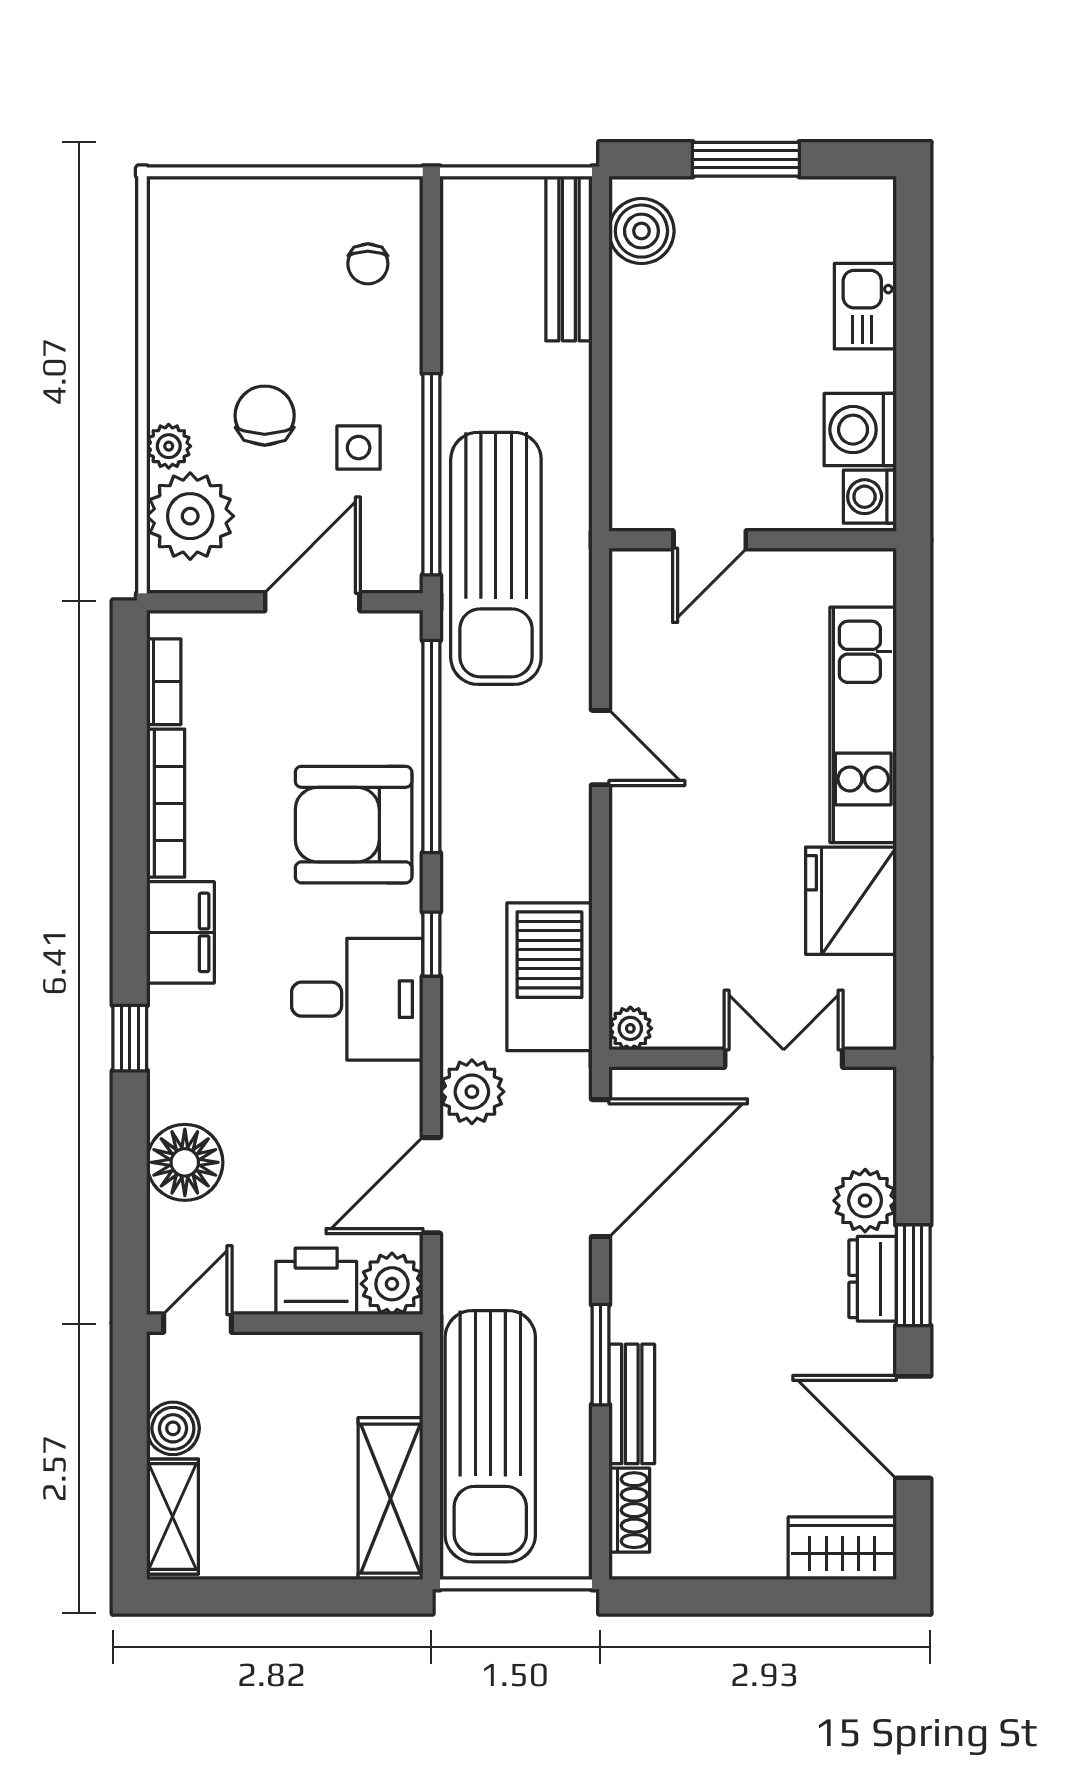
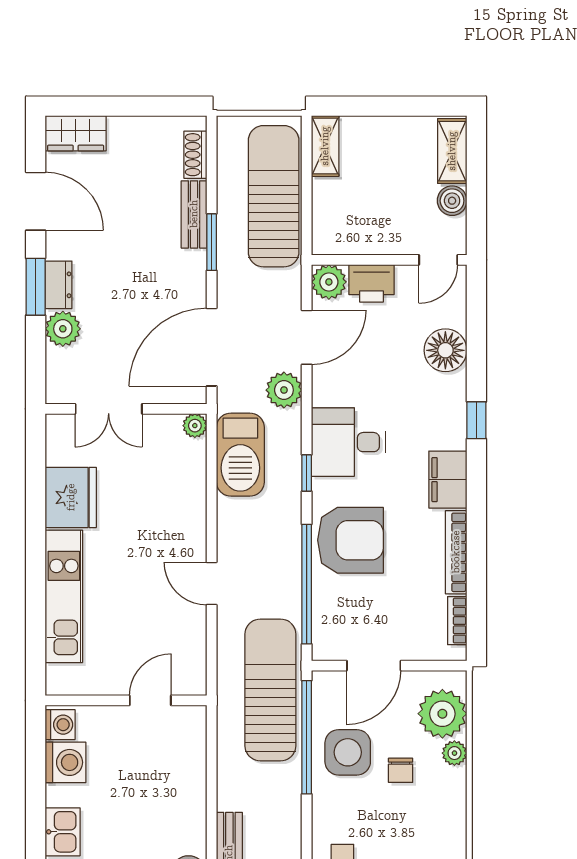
chair: (265, 416) -> (401, 770), width x0.73, depth x0.73
side table: (359, 448) -> (348, 752), width x1.87, depth x1.87
shelving: (391, 1499) -> (325, 146), width x0.67, depth x0.75

